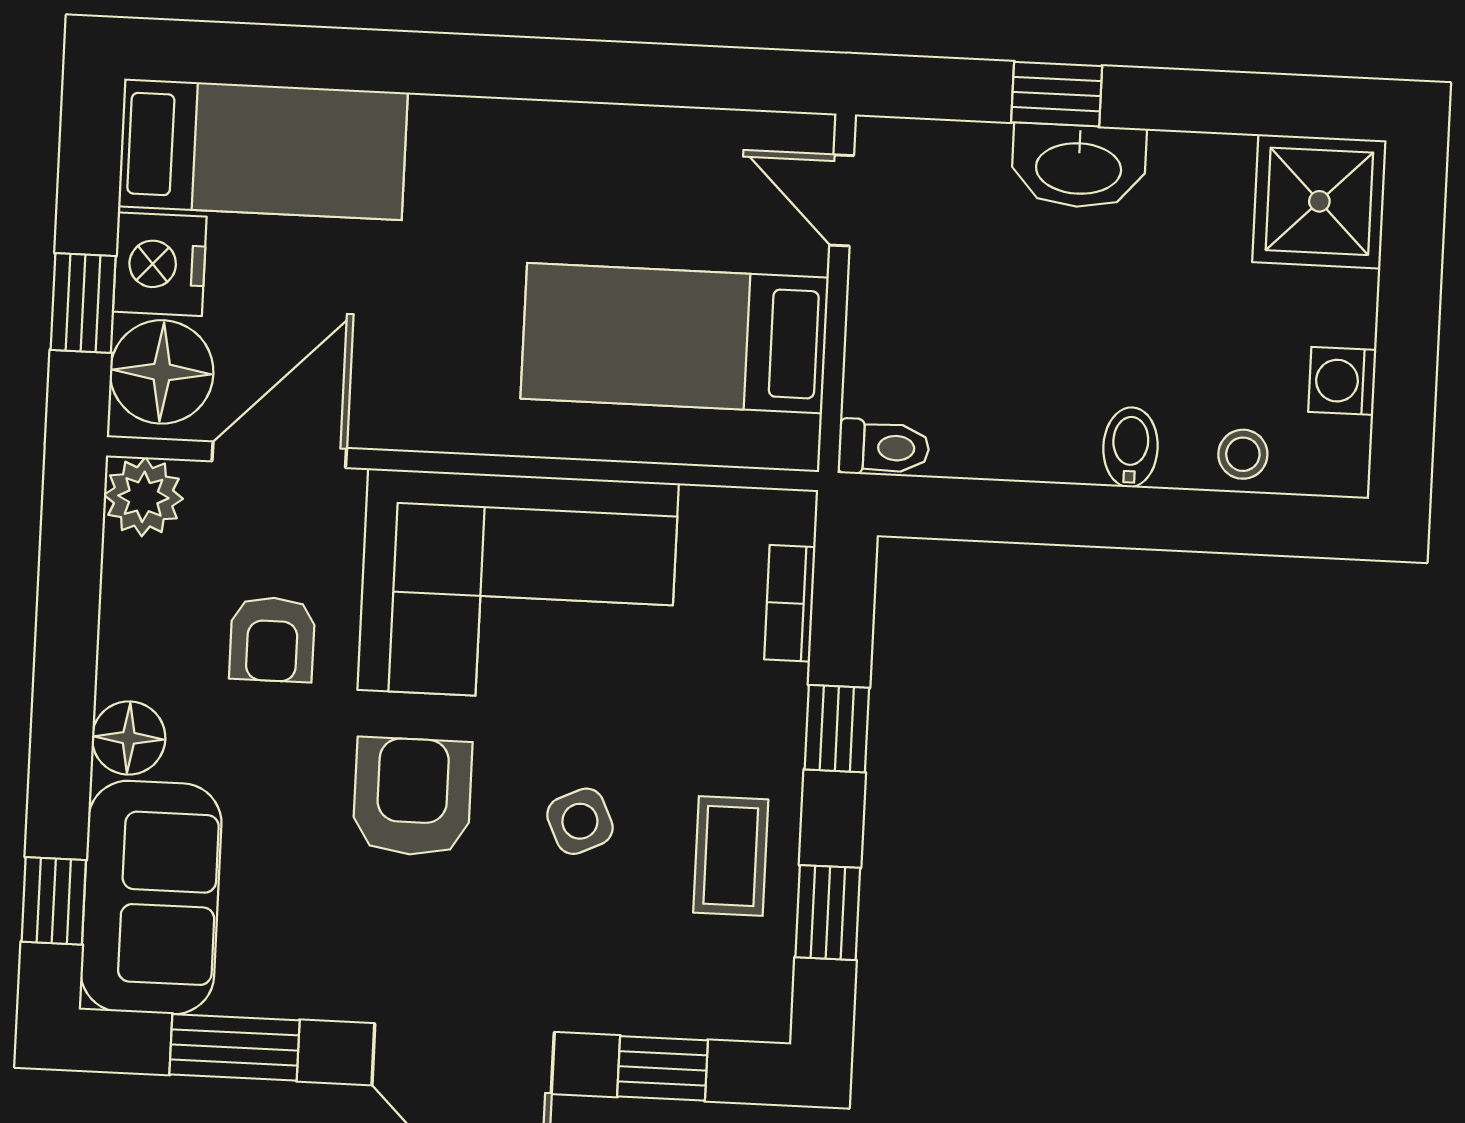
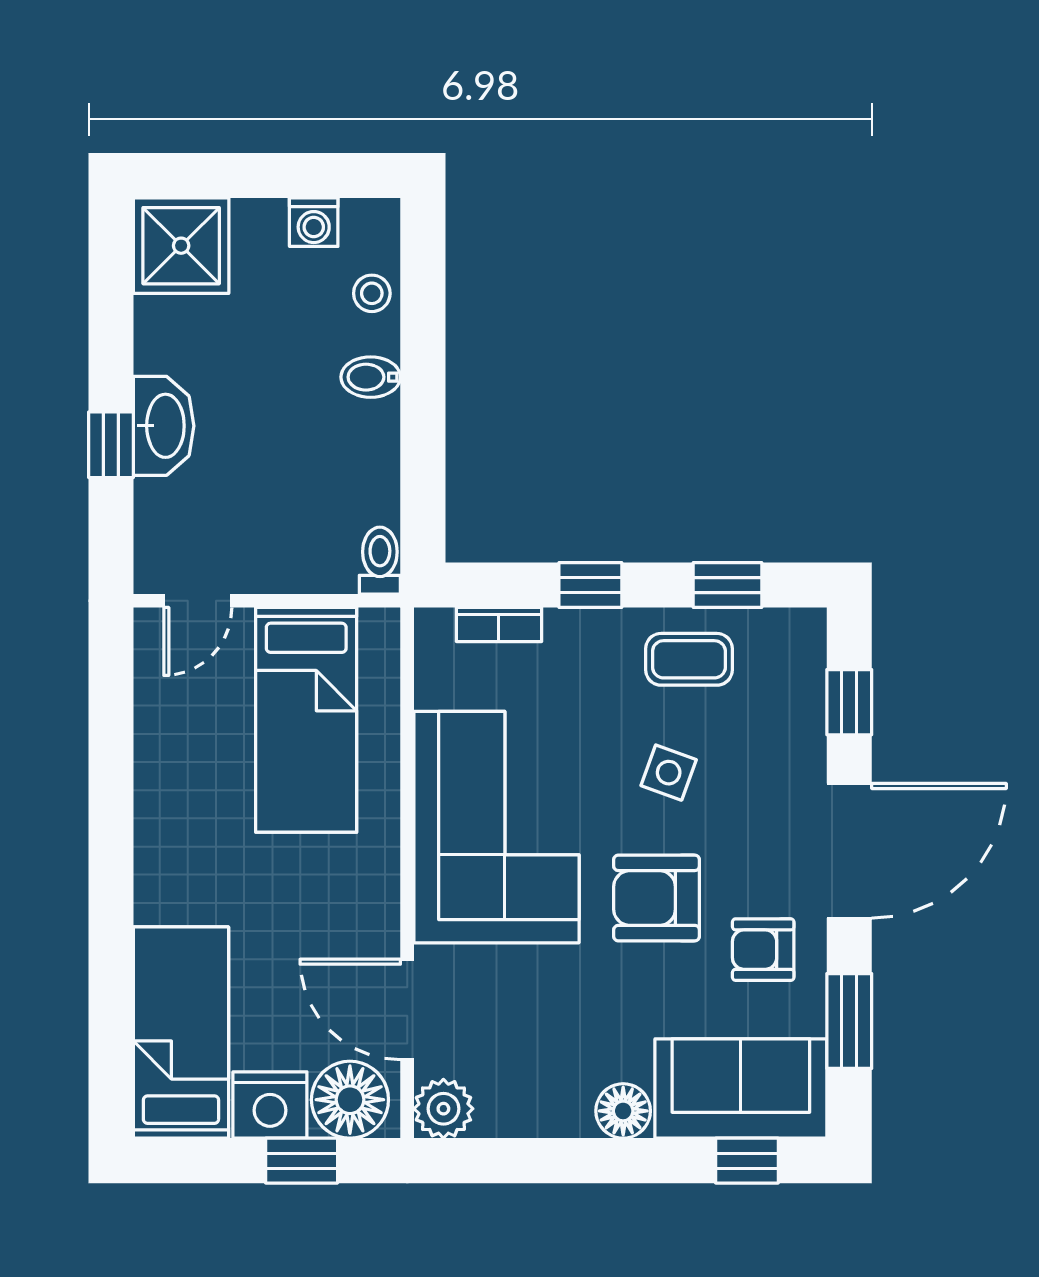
armchair: (272, 639) -> (763, 950), moved, turned 180
side table: (580, 821) -> (669, 773), turned 45

